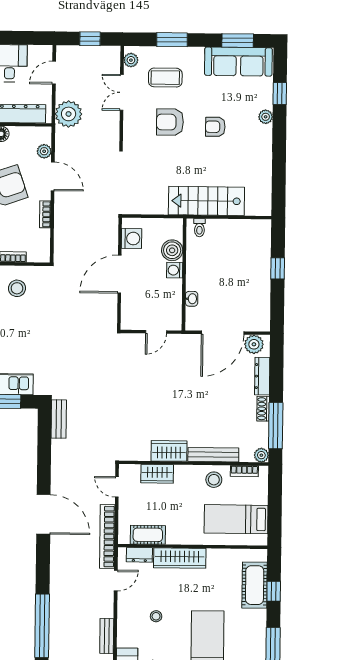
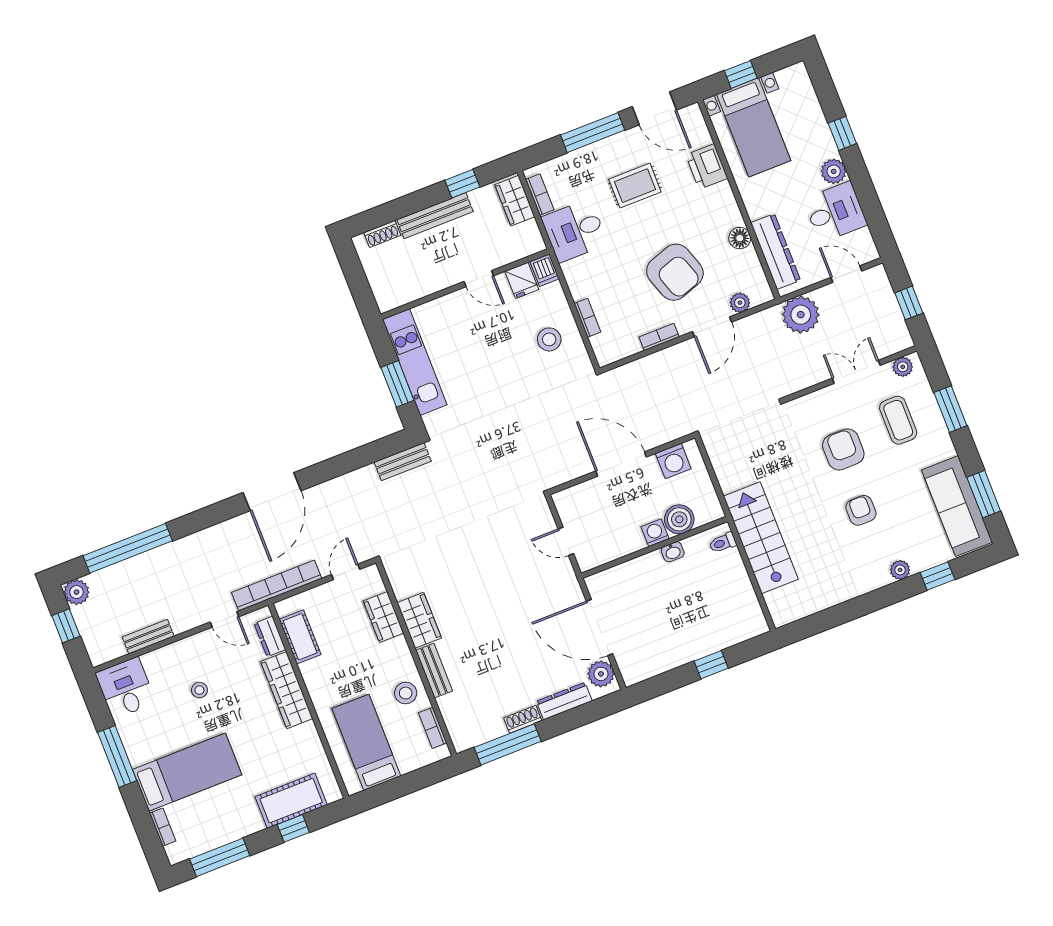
washbasin: (192, 299) -> (673, 552), moved
bench: (213, 455) -> (434, 671), width x0.73
plant: (261, 455) -> (462, 741), removed

